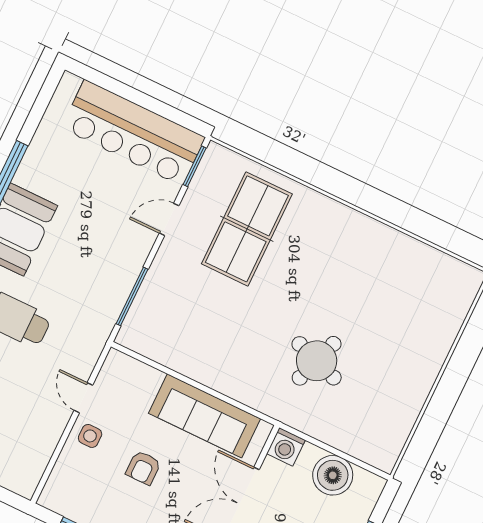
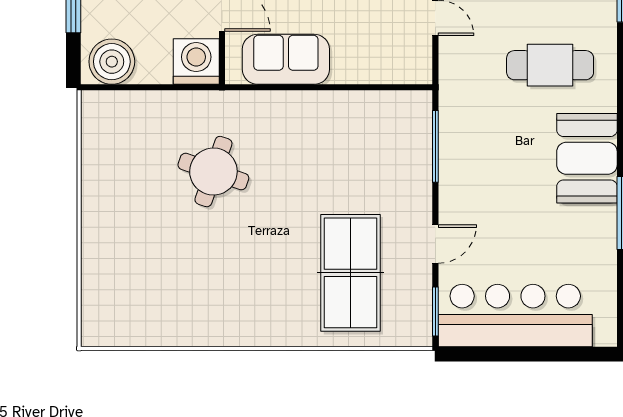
sofa: (205, 416) -> (286, 59), width x0.73
washing machine: (286, 447) -> (196, 62), width x1.37, depth x1.37
boiler: (333, 475) -> (112, 62), moved

